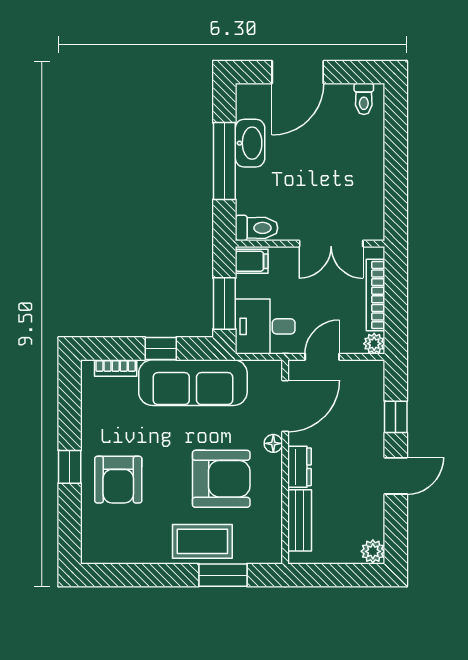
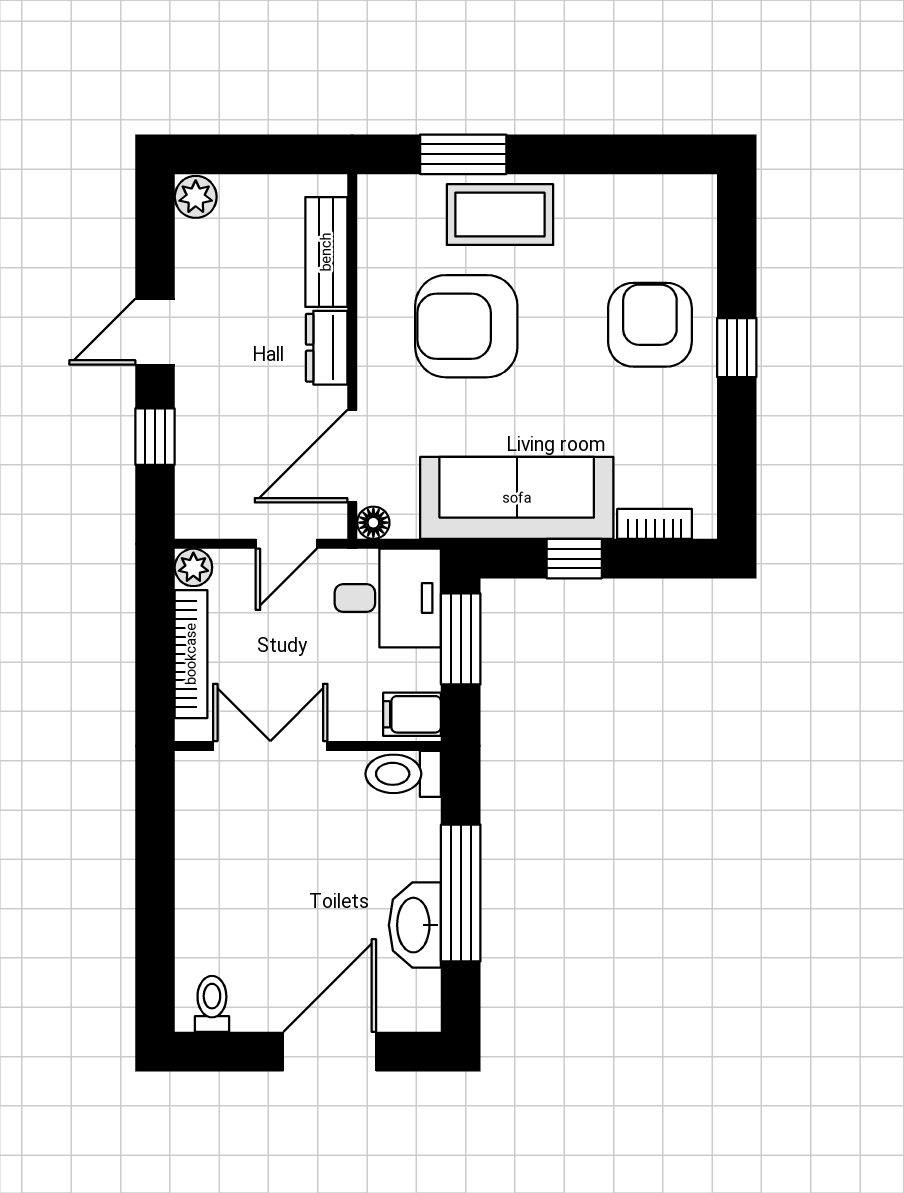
floor lamp: (273, 443) -> (373, 523), moved

